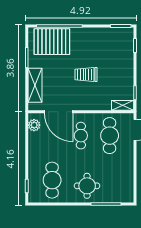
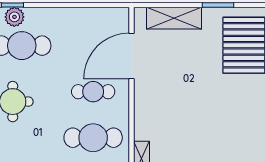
trolley: (86, 75) -> (191, 100), removed
plant: (34, 125) -> (14, 17), moved

